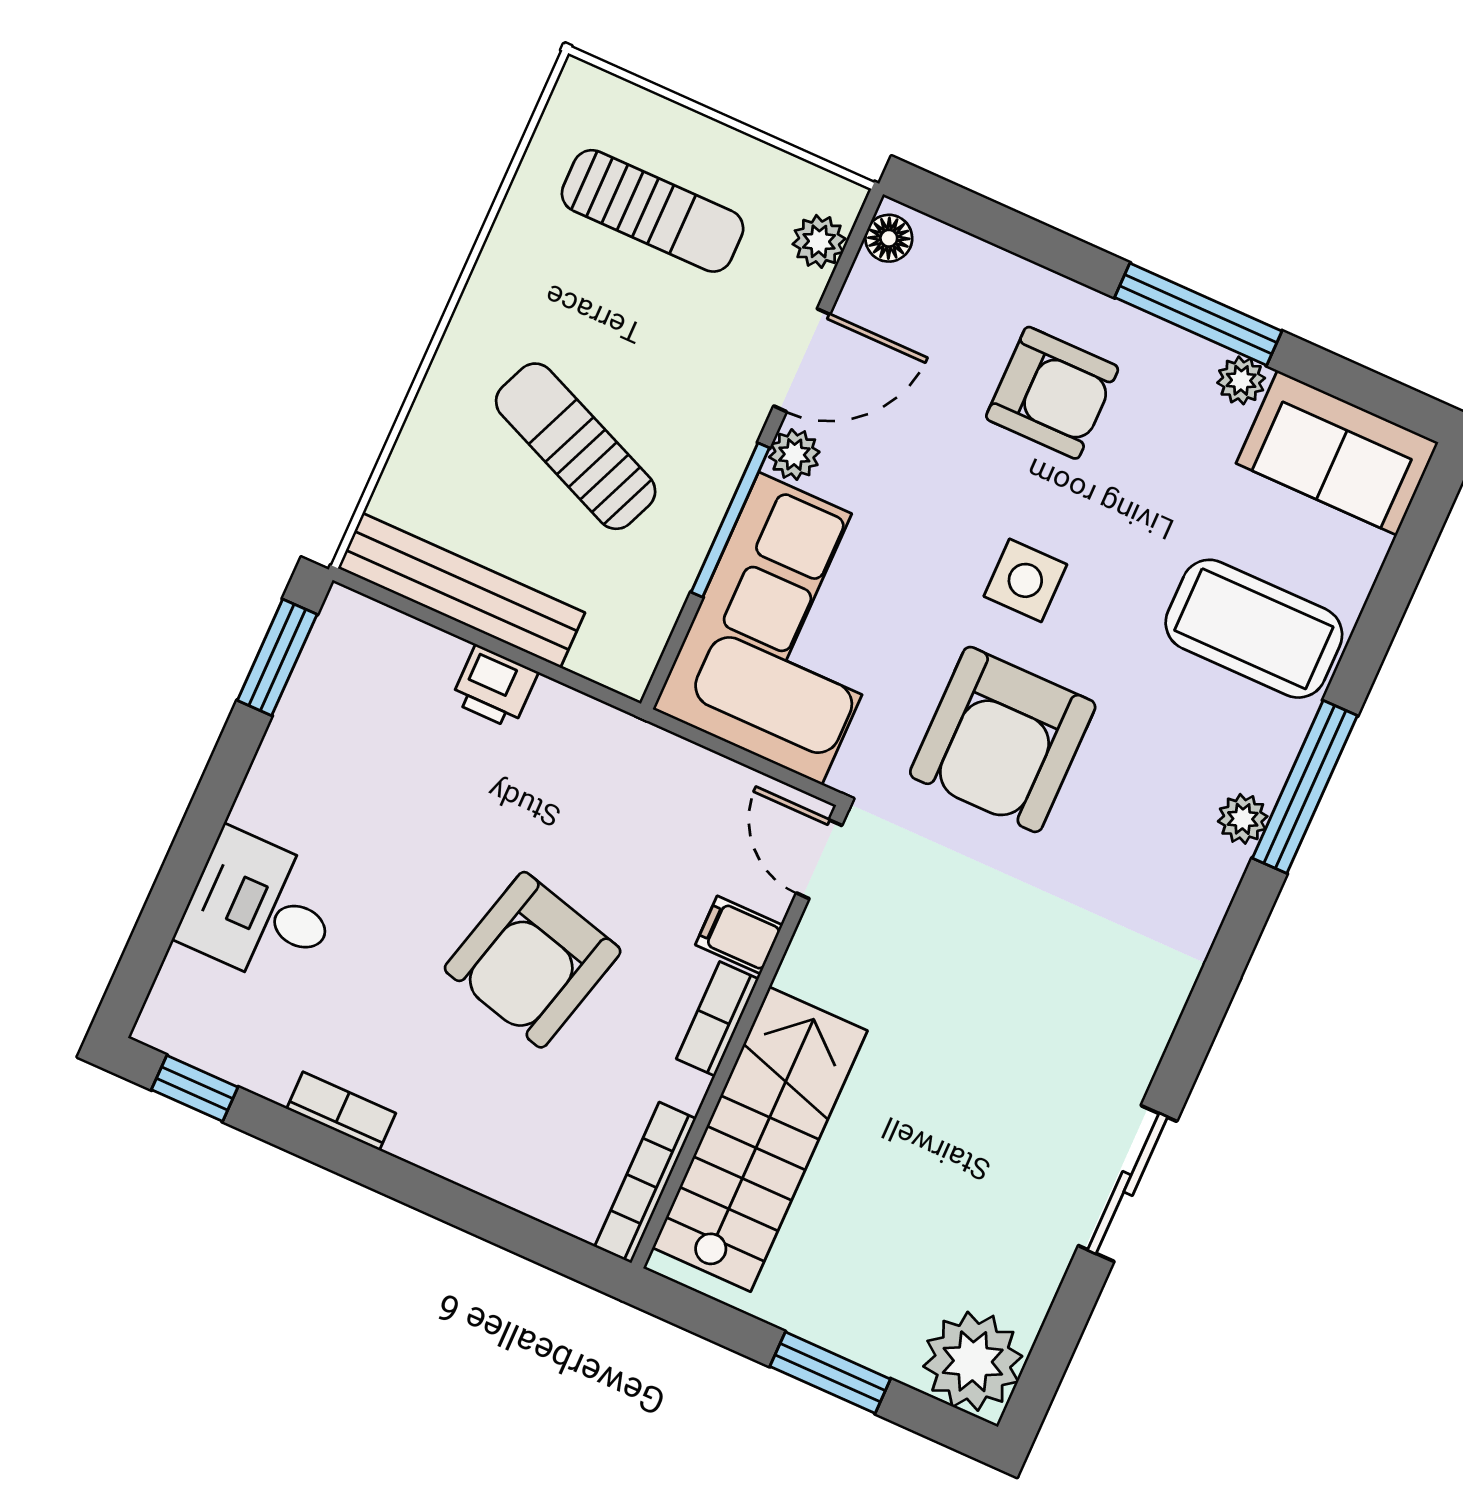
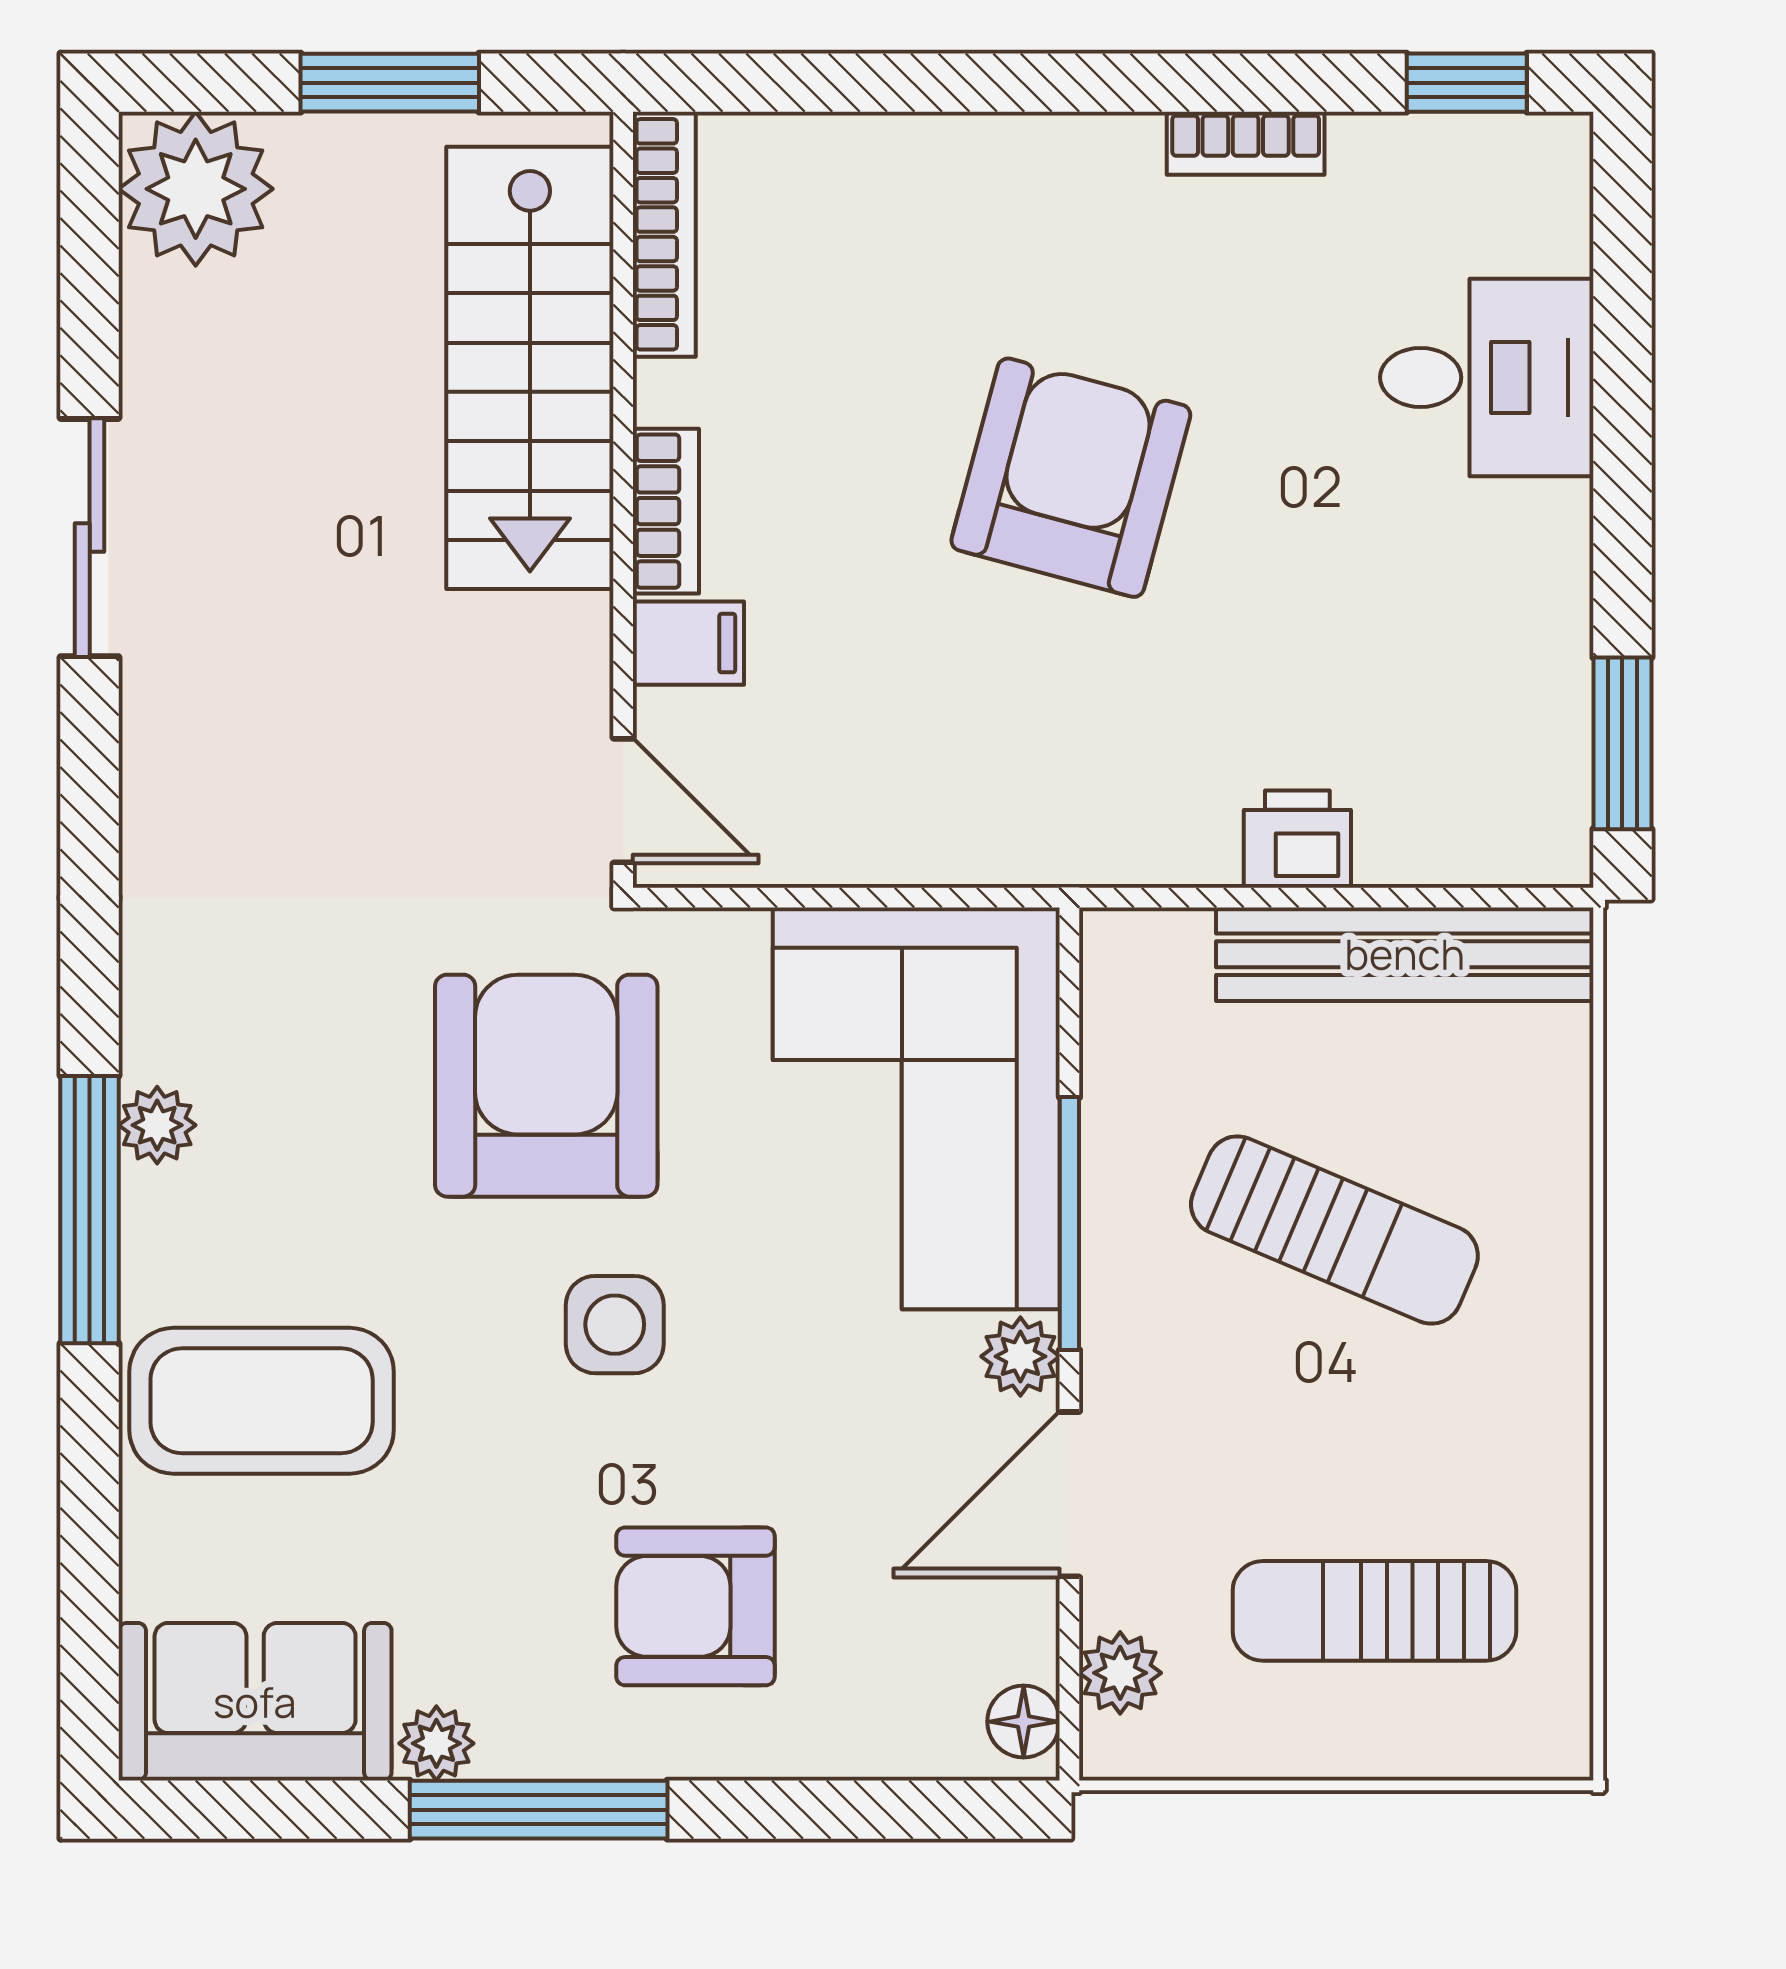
door: (819, 859) -> (623, 801), moved
filing cabinet: (739, 935) -> (688, 643), moved
bookcase: (717, 1019) -> (666, 511), moved
wall: (740, 1037) -> (623, 500), moved
stairs: (760, 1139) -> (530, 368), moved
bookcase: (645, 1183) -> (664, 234), moved

